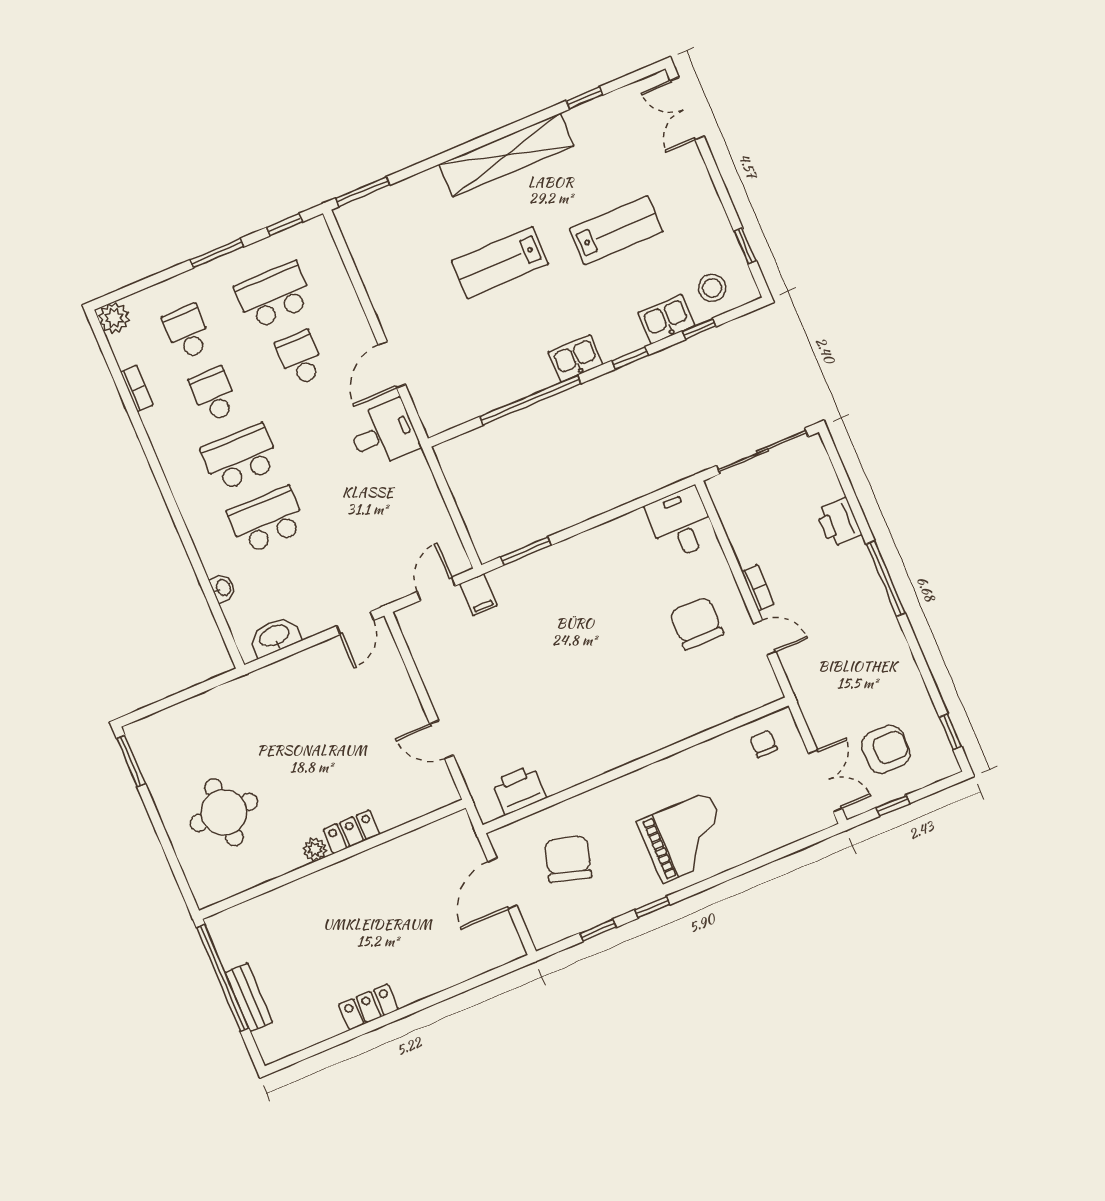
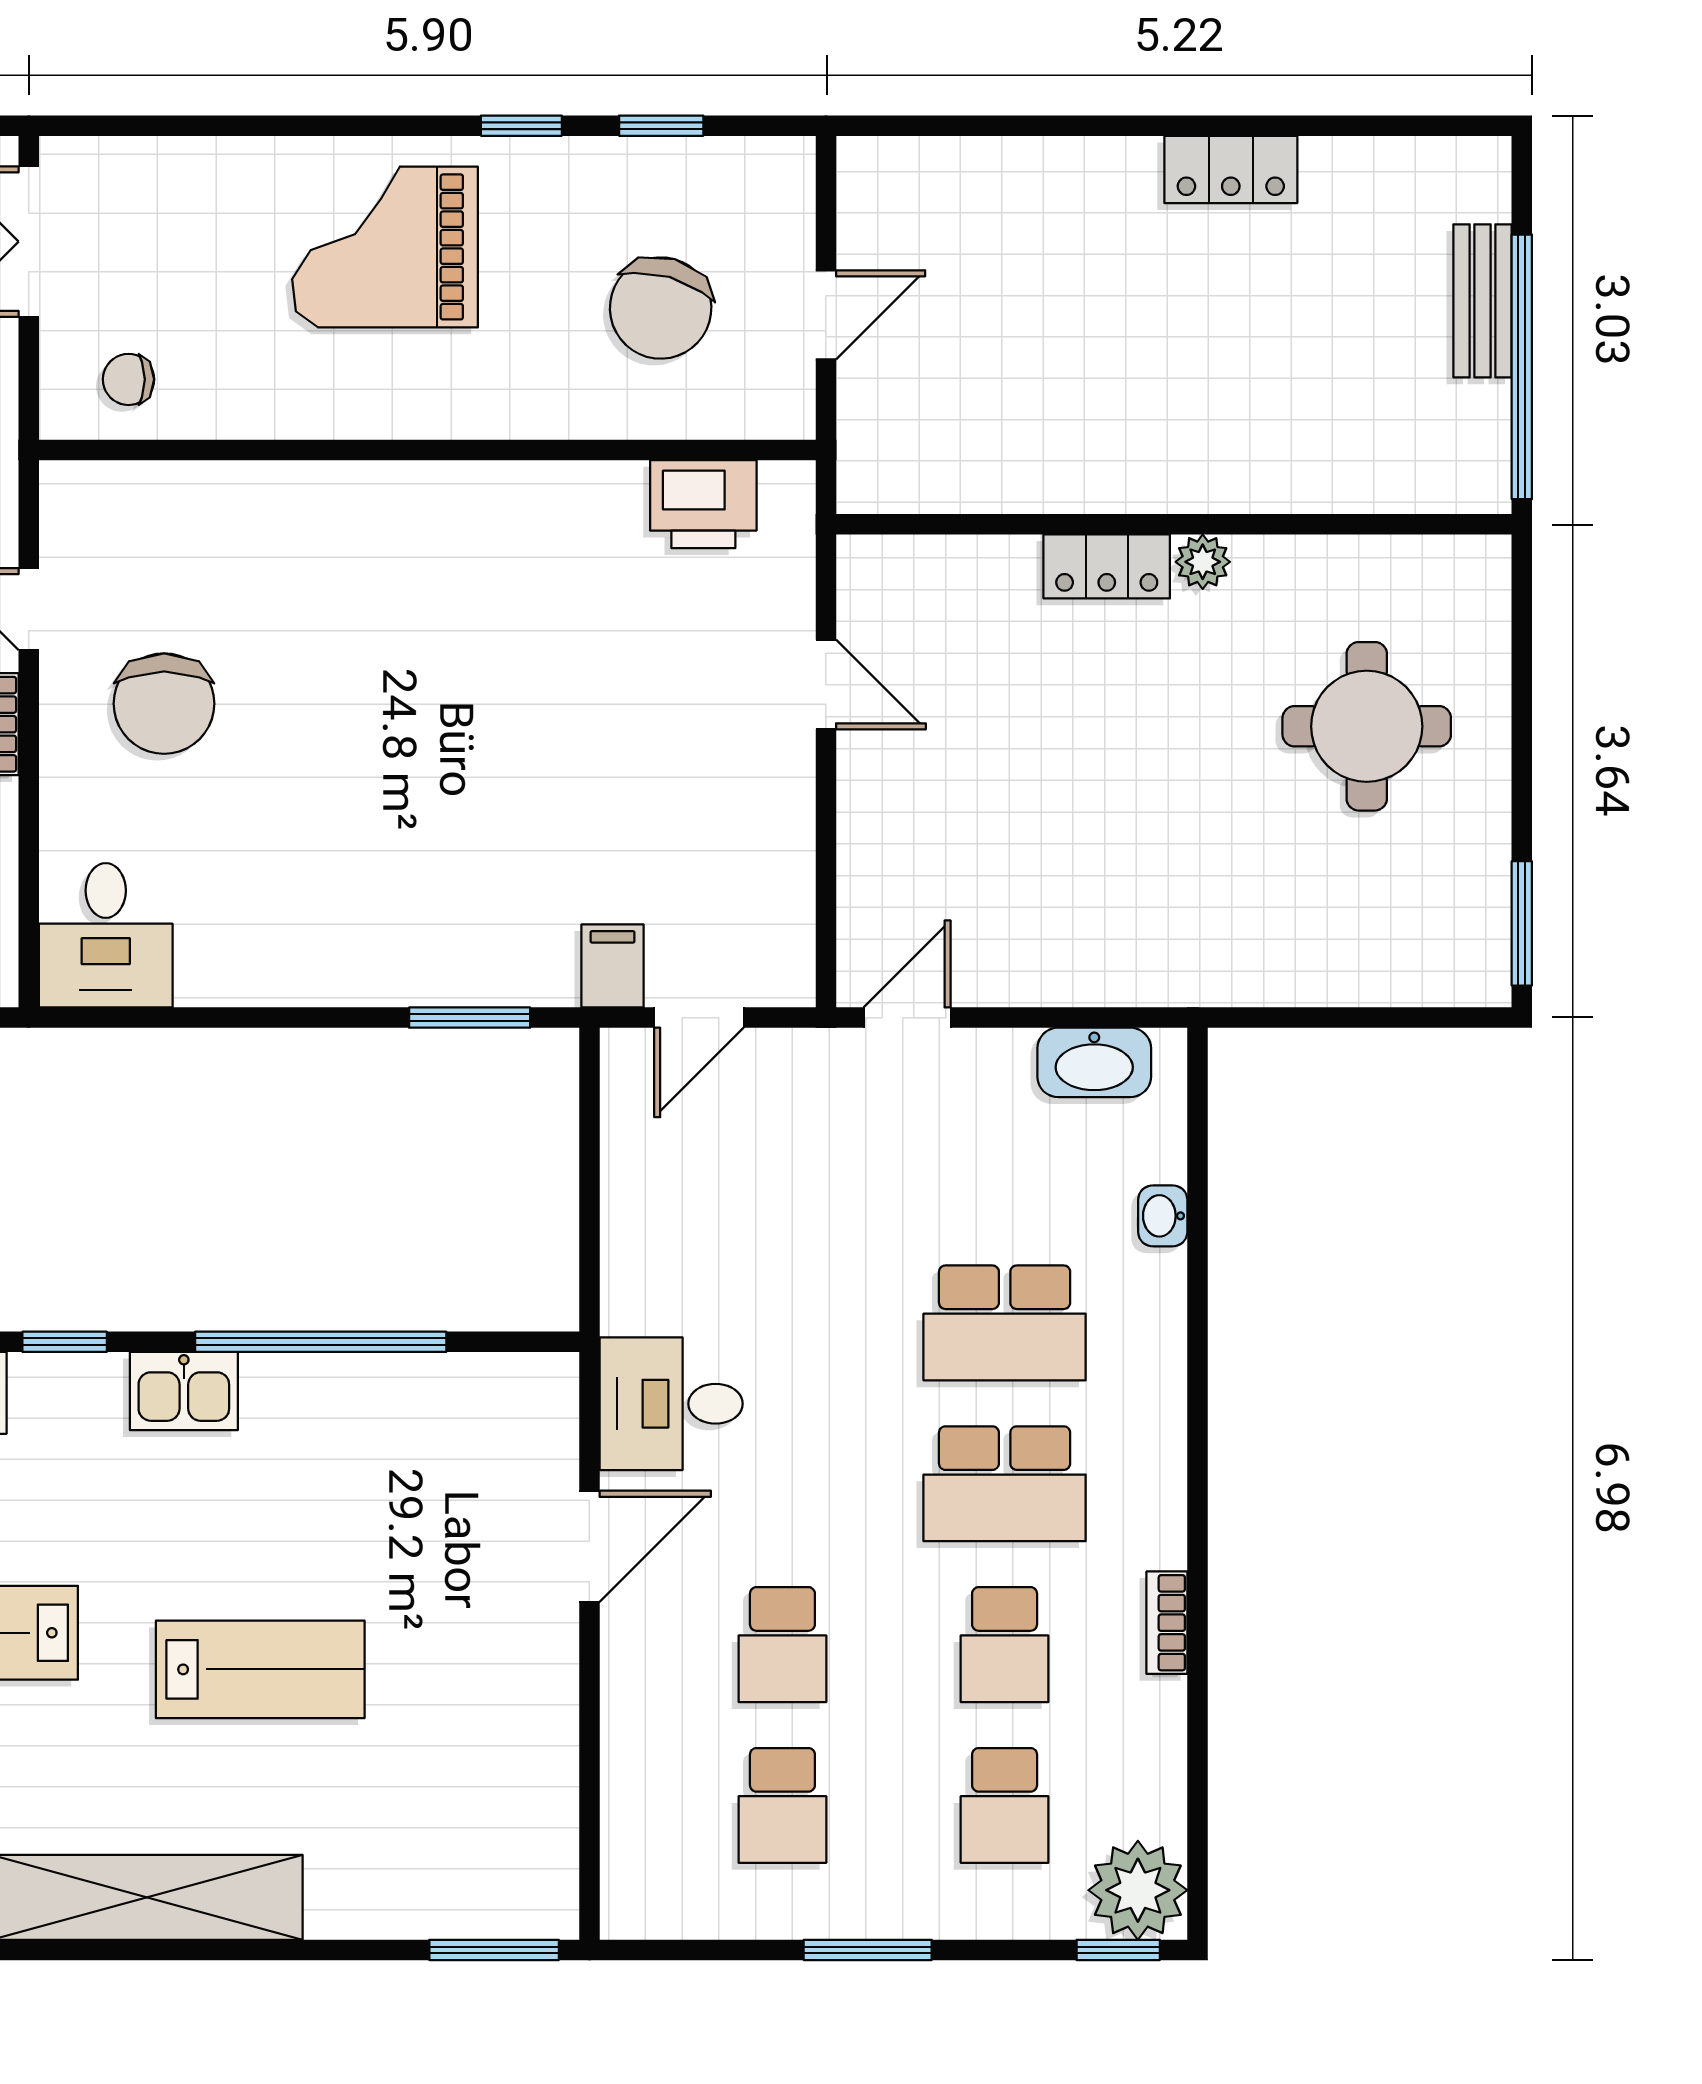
window: (284, 225) -> (1118, 1950), moved
school desk: (274, 295) -> (782, 1805), width x0.54
plant: (114, 318) -> (1138, 1890), width x1.36, depth x1.36
bookcase: (137, 389) -> (1167, 1623), moved
chair: (764, 744) -> (128, 379), turned 90
door: (502, 884) -> (826, 315), width x0.73

